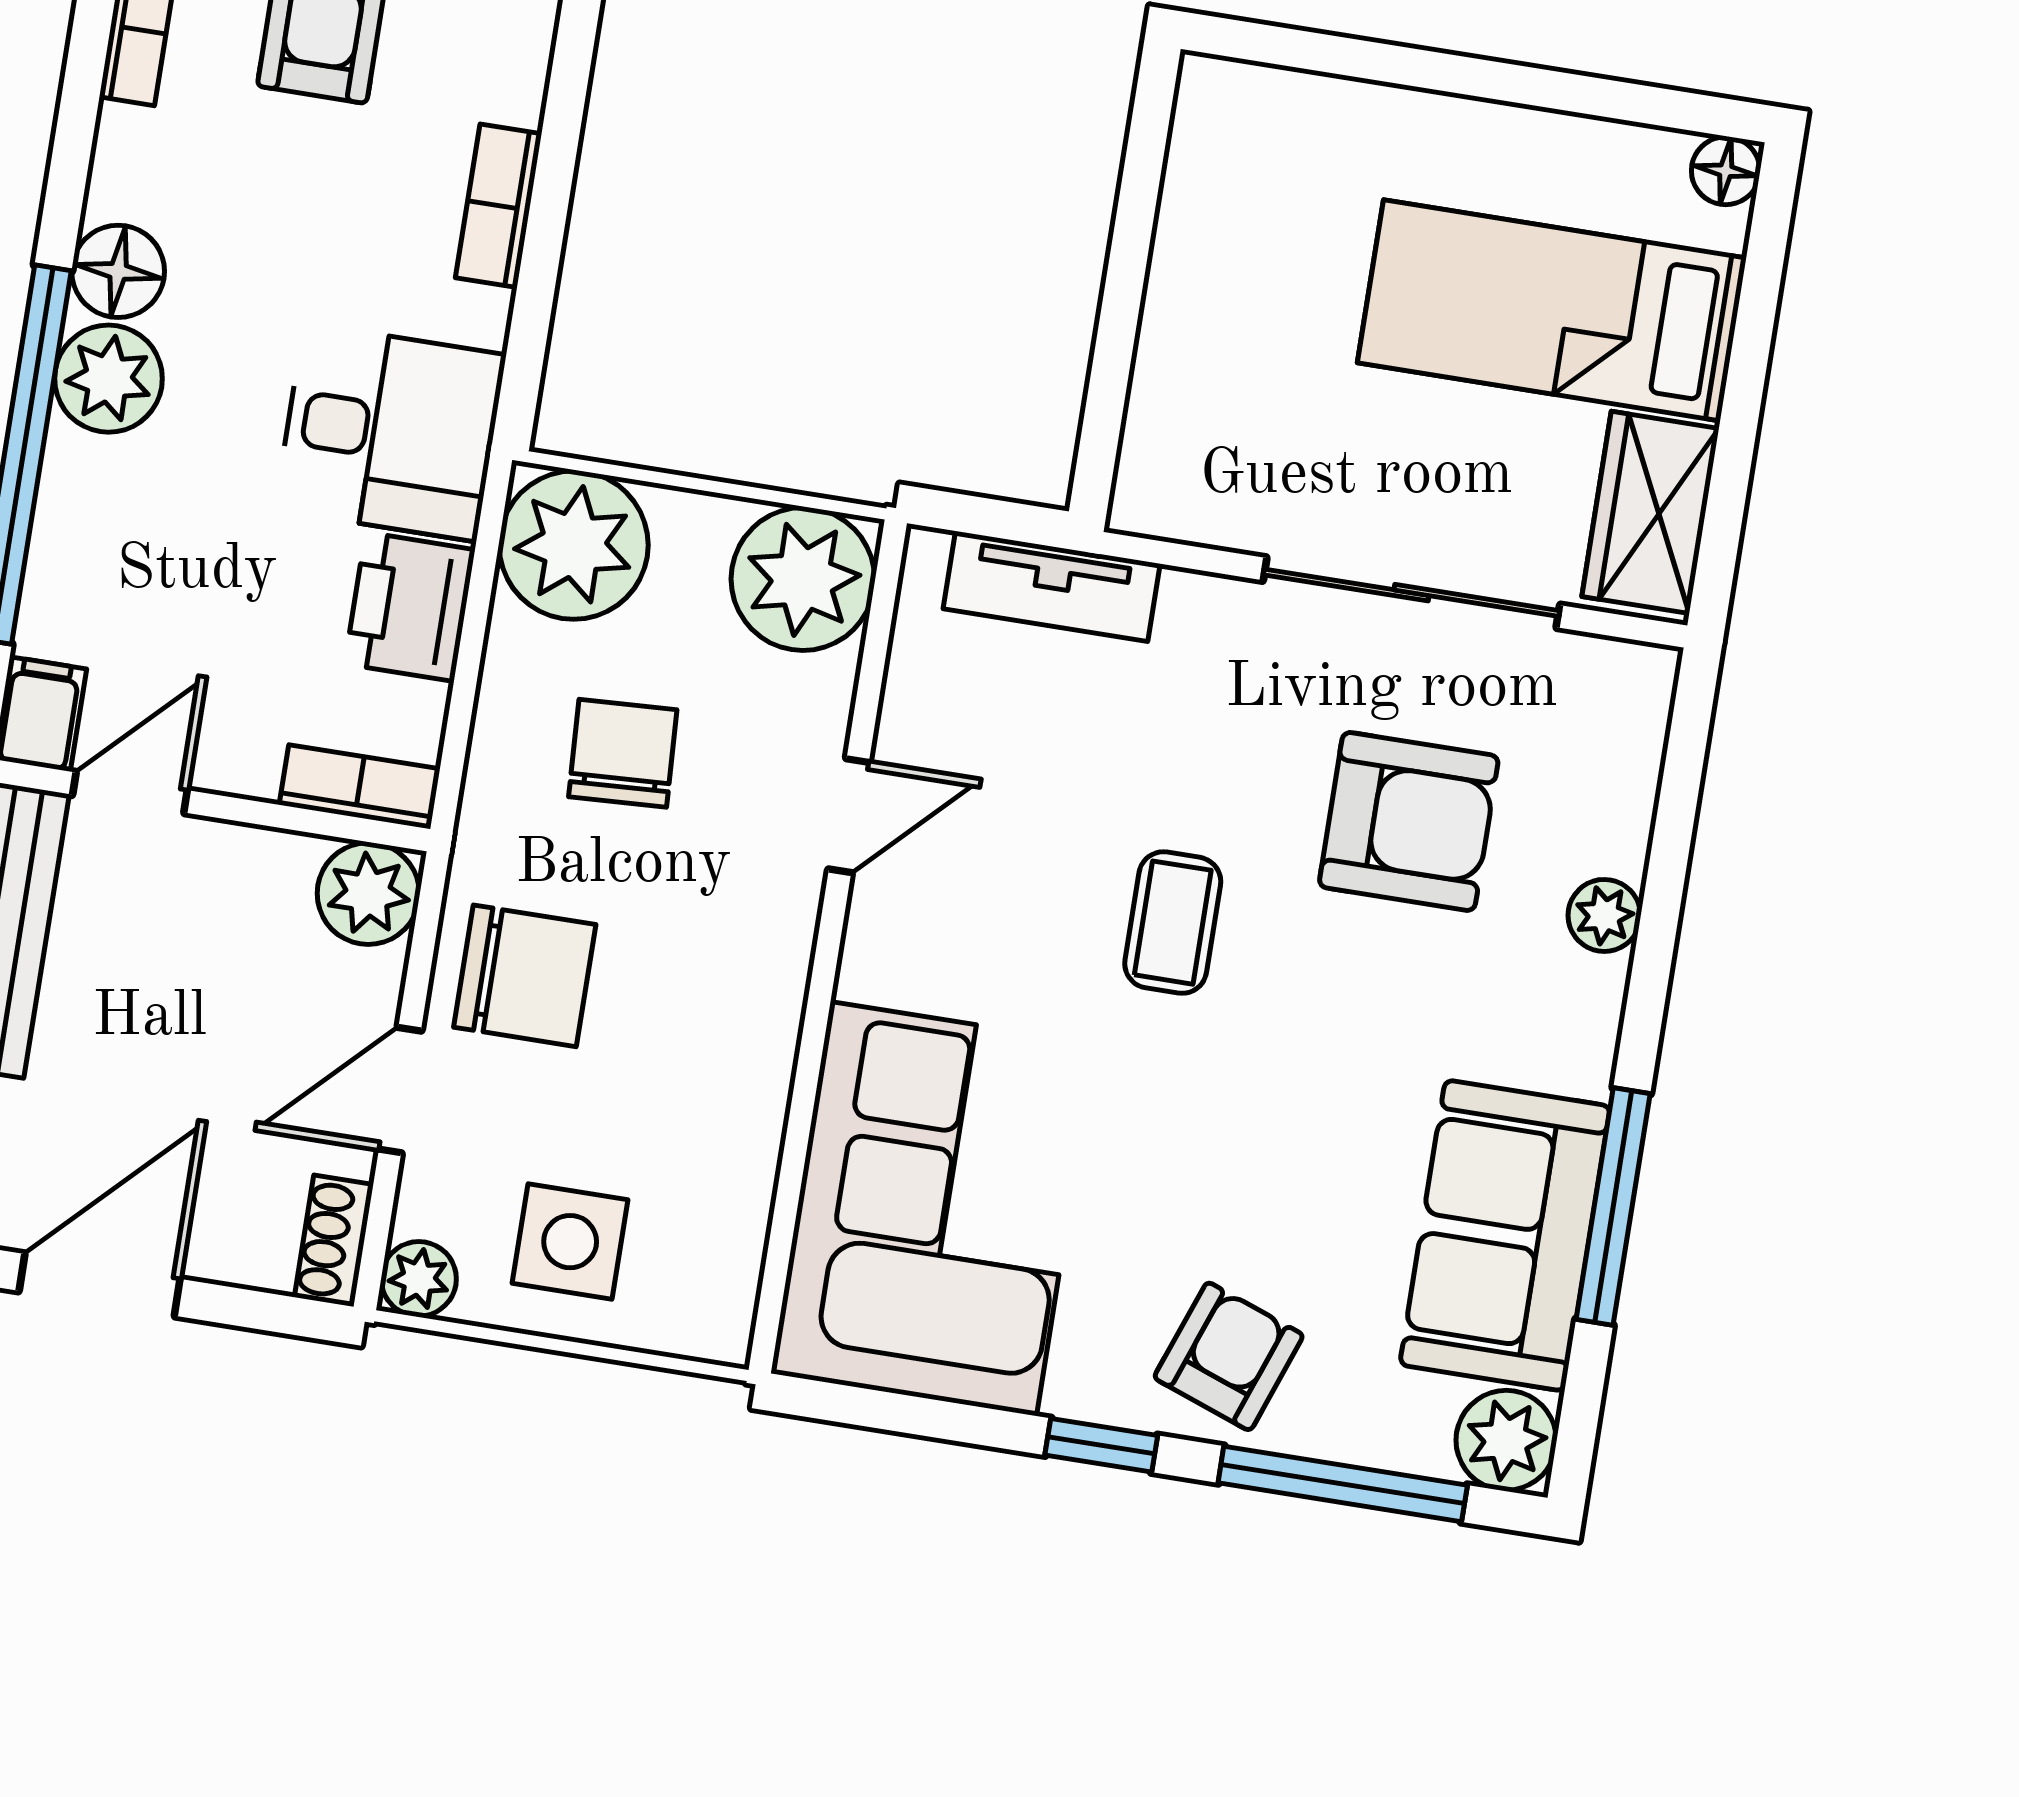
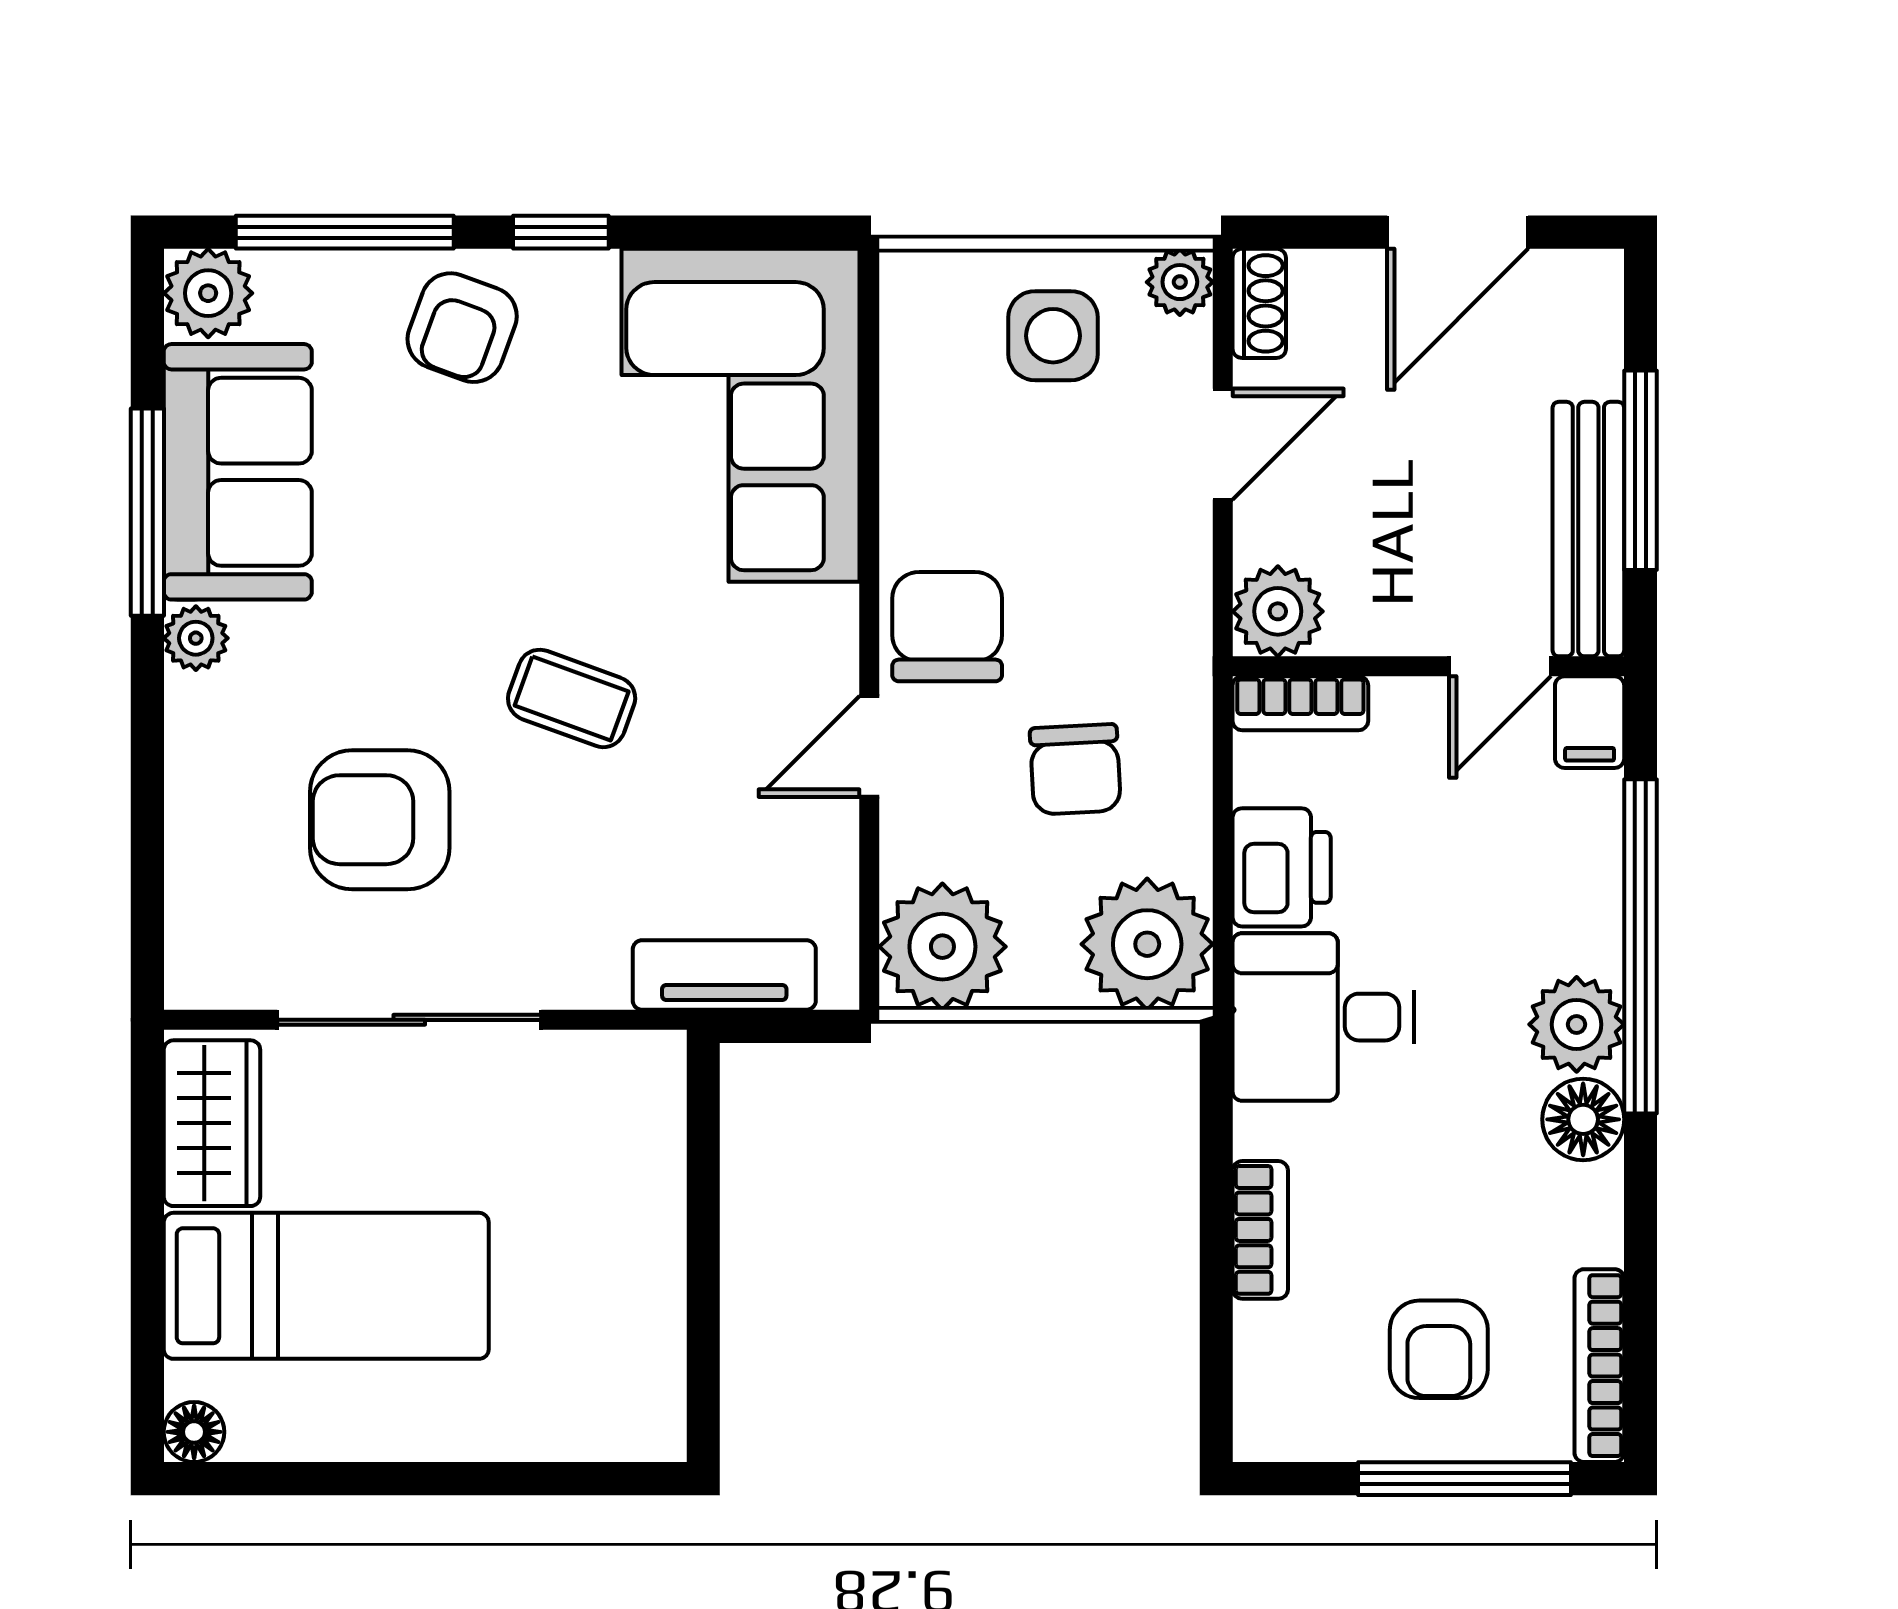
plant: (1604, 915) -> (196, 638), moved
coffee table: (1173, 923) -> (572, 698), turned -70
chair: (525, 976) -> (947, 627), moved, turned 90

